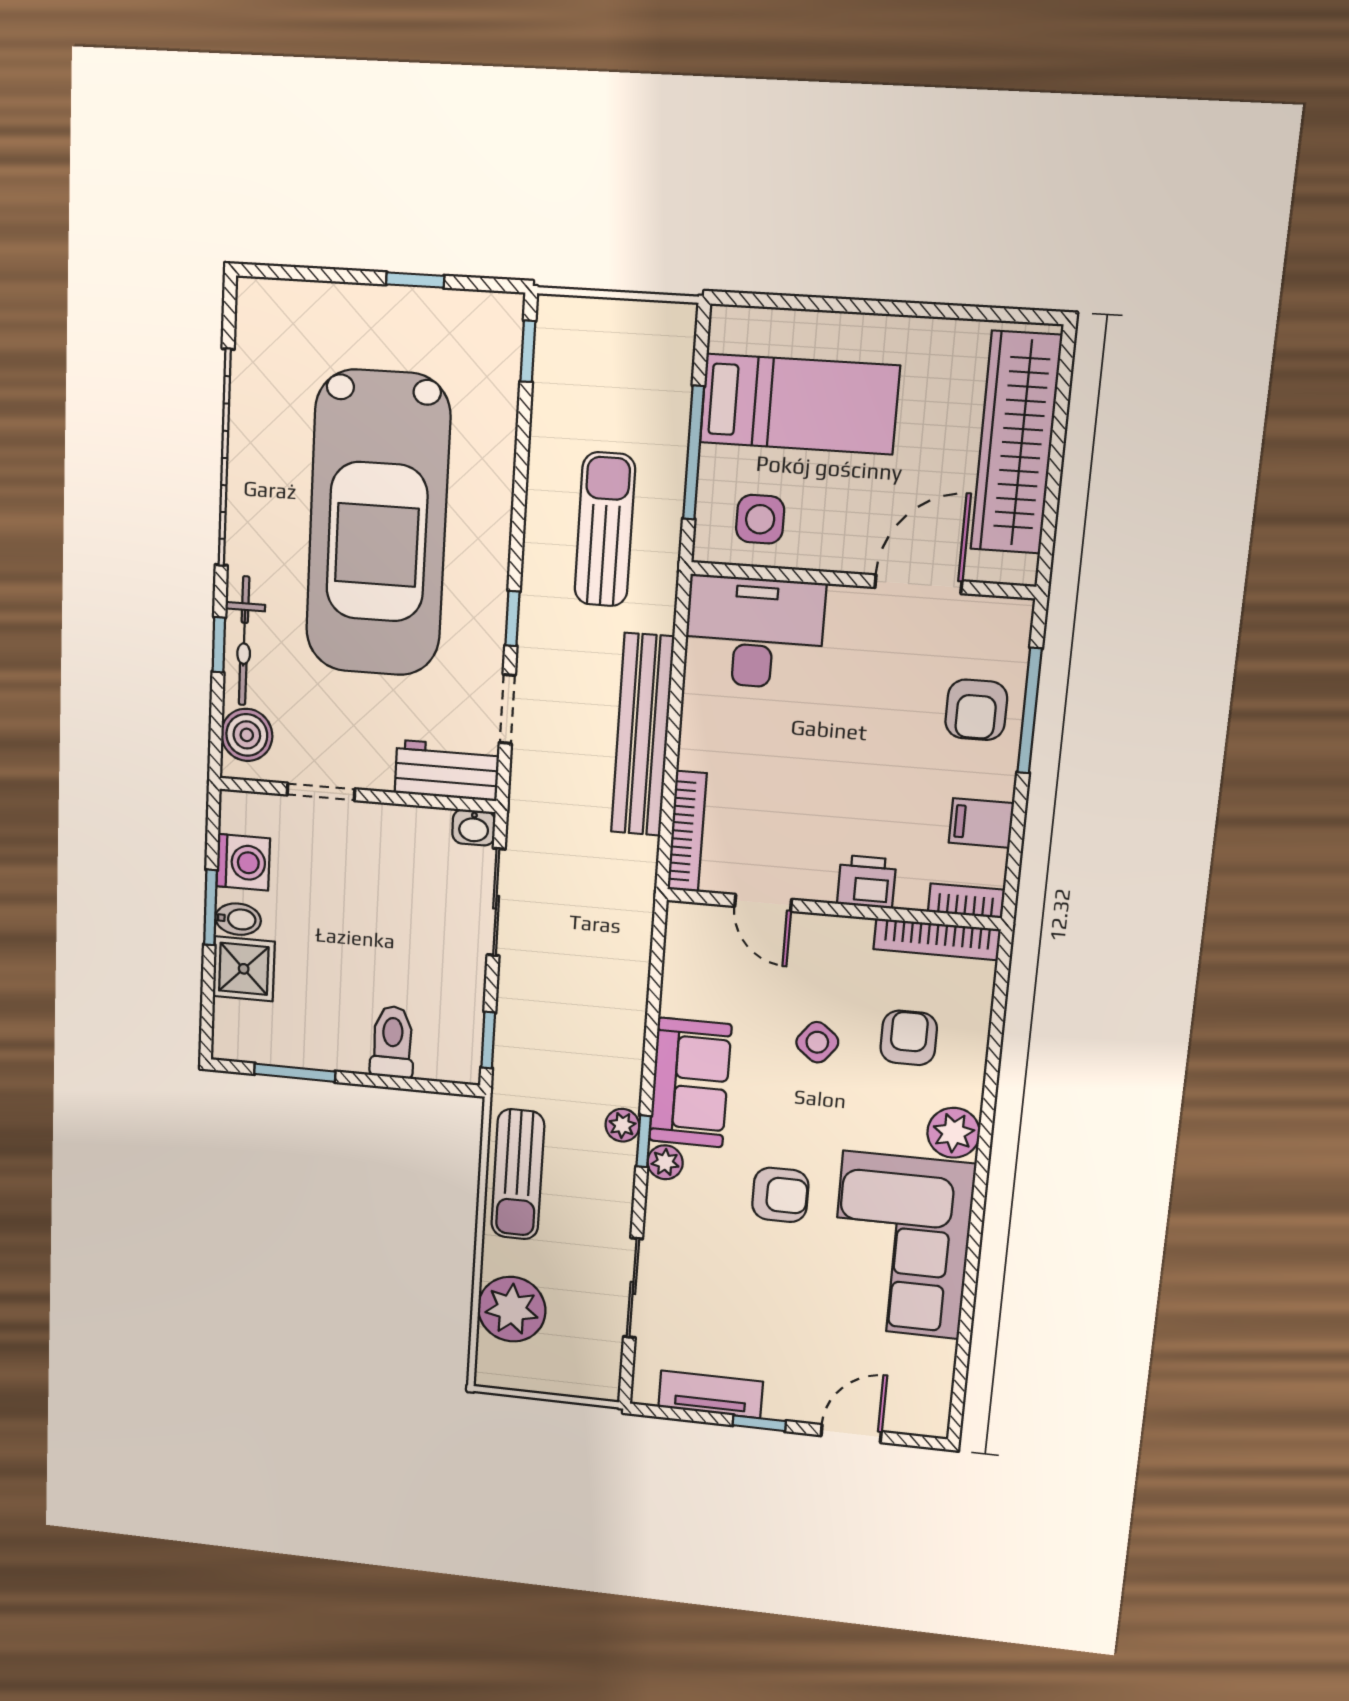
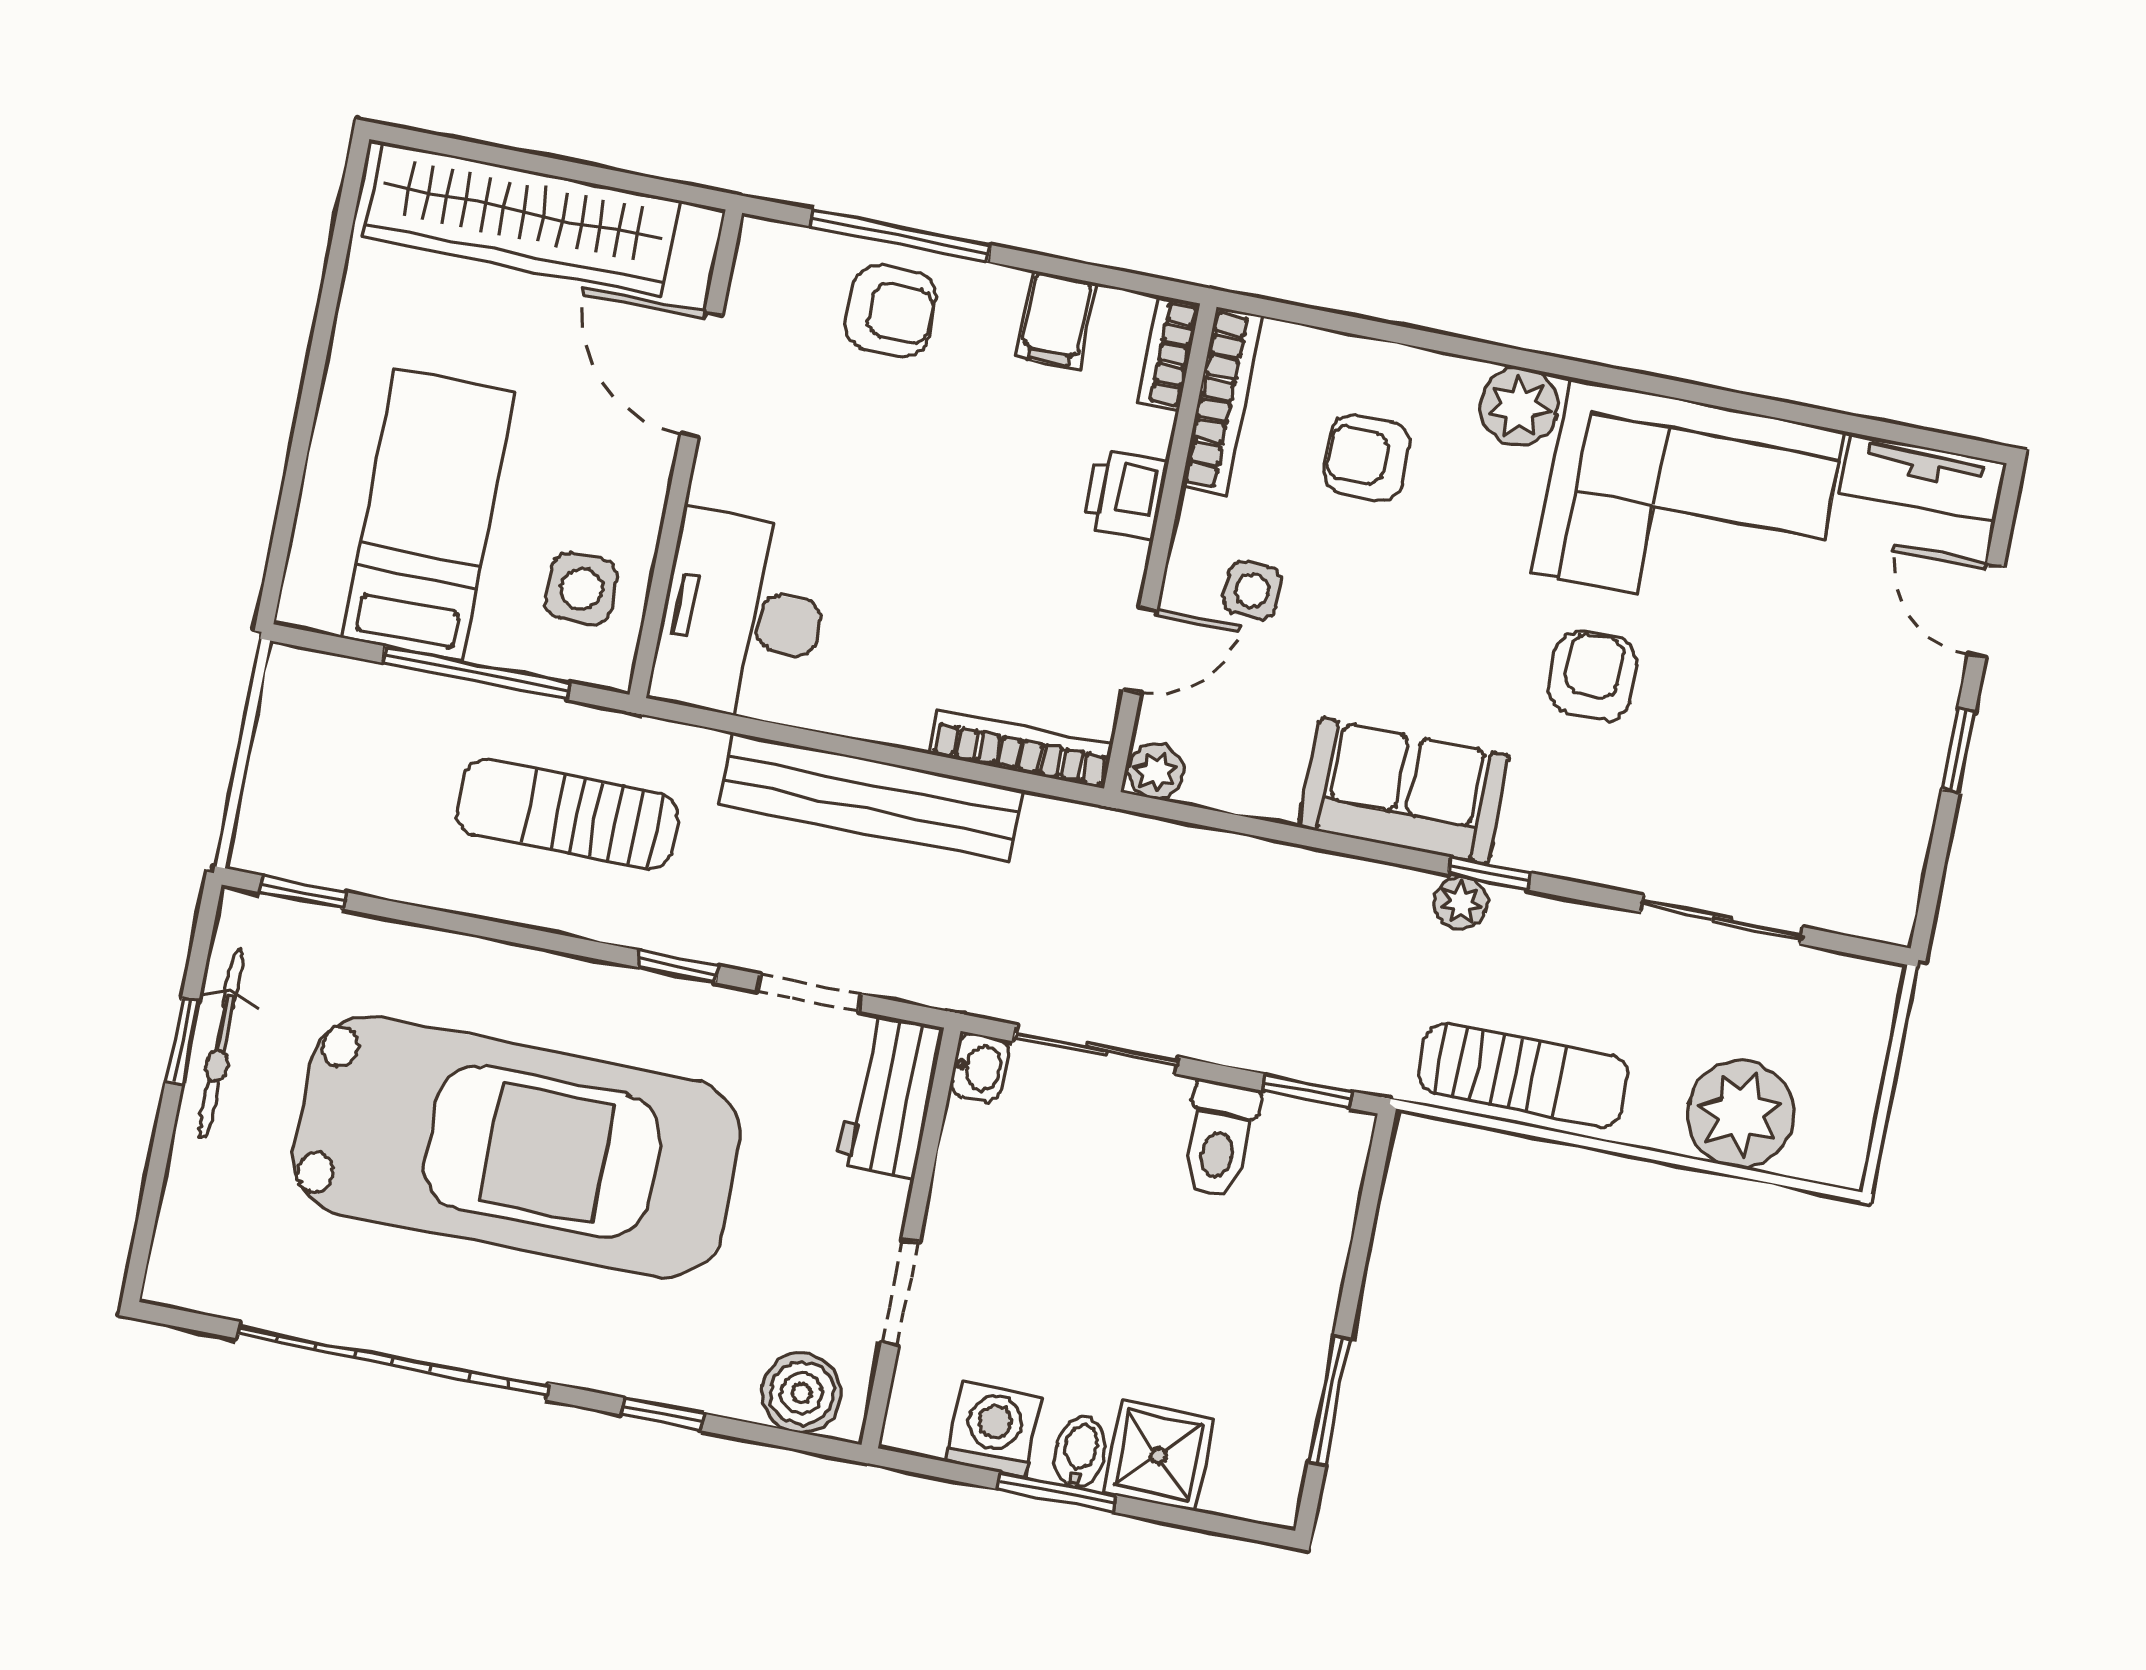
bicycle: (244, 641) -> (221, 1043), moved, turned 90
toilet: (392, 1042) -> (1220, 1139), moved, turned -90
side table: (817, 1042) -> (1252, 590), moved, turned -38
plant: (665, 1162) -> (1156, 772), moved
tv unit: (711, 1394) -> (1923, 478), moved, turned -90

